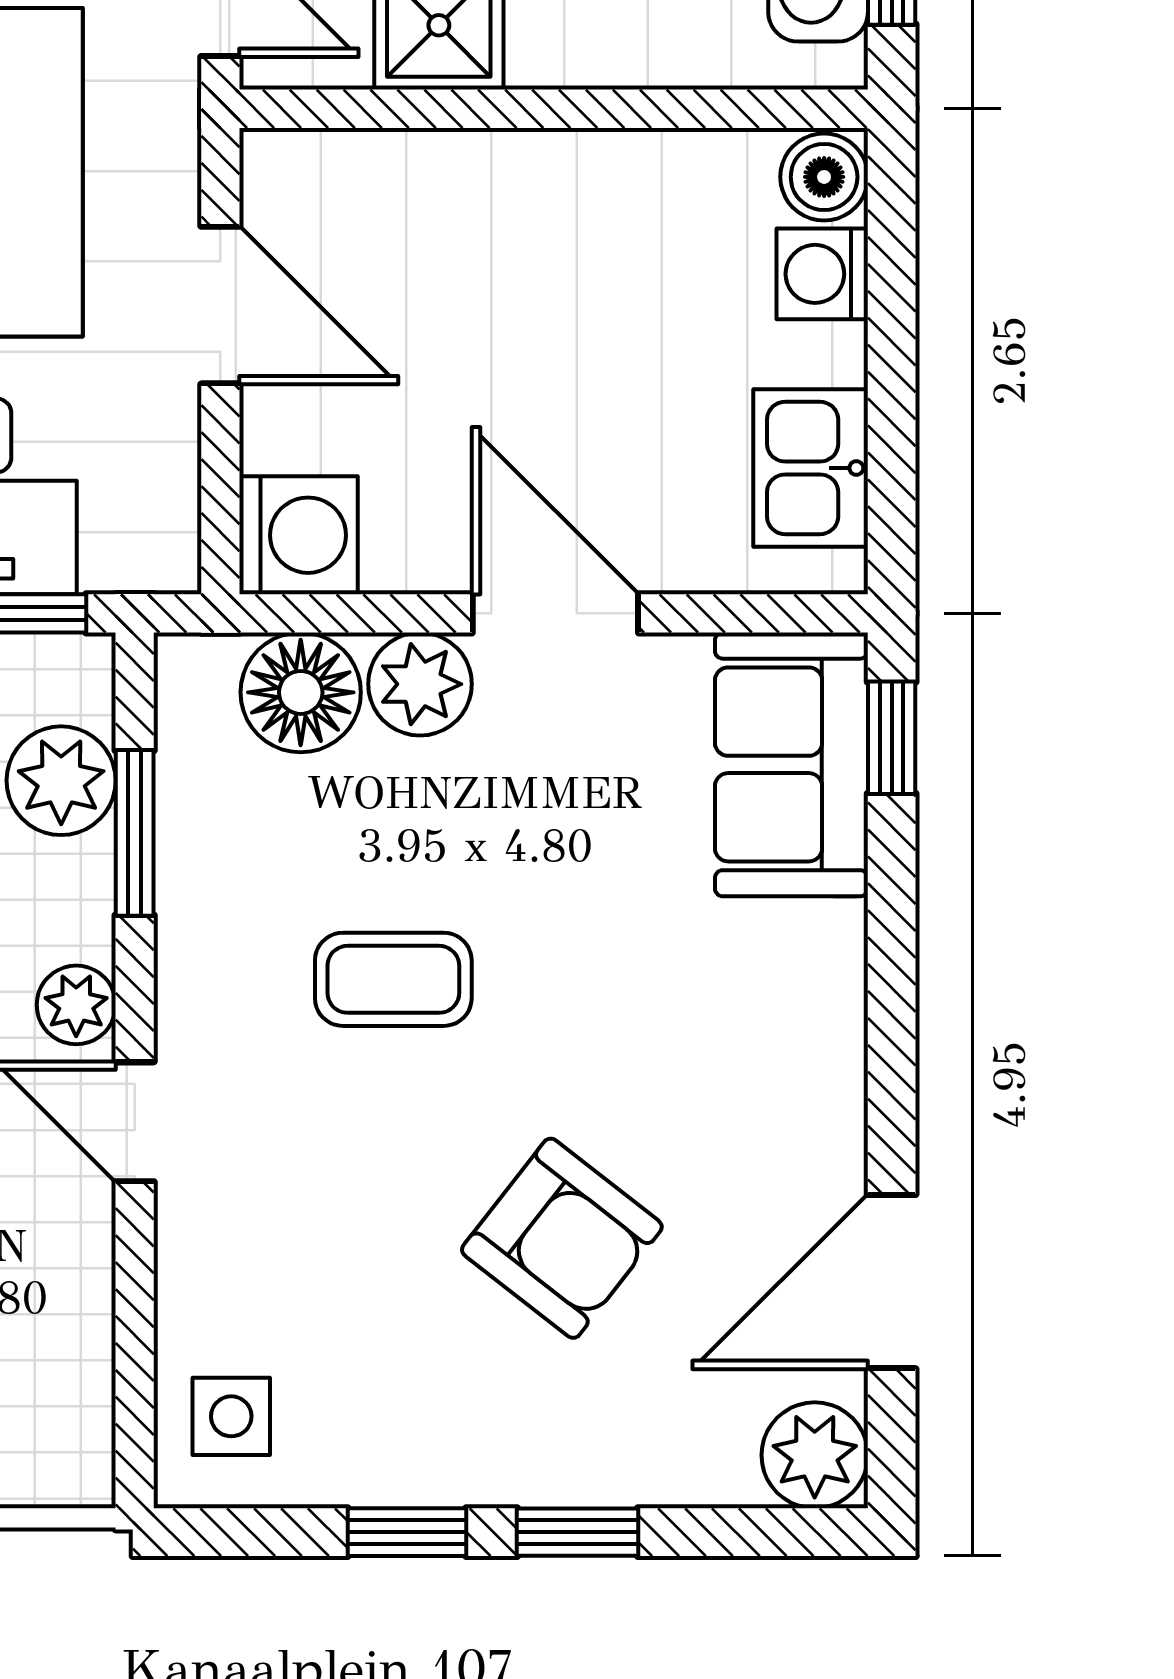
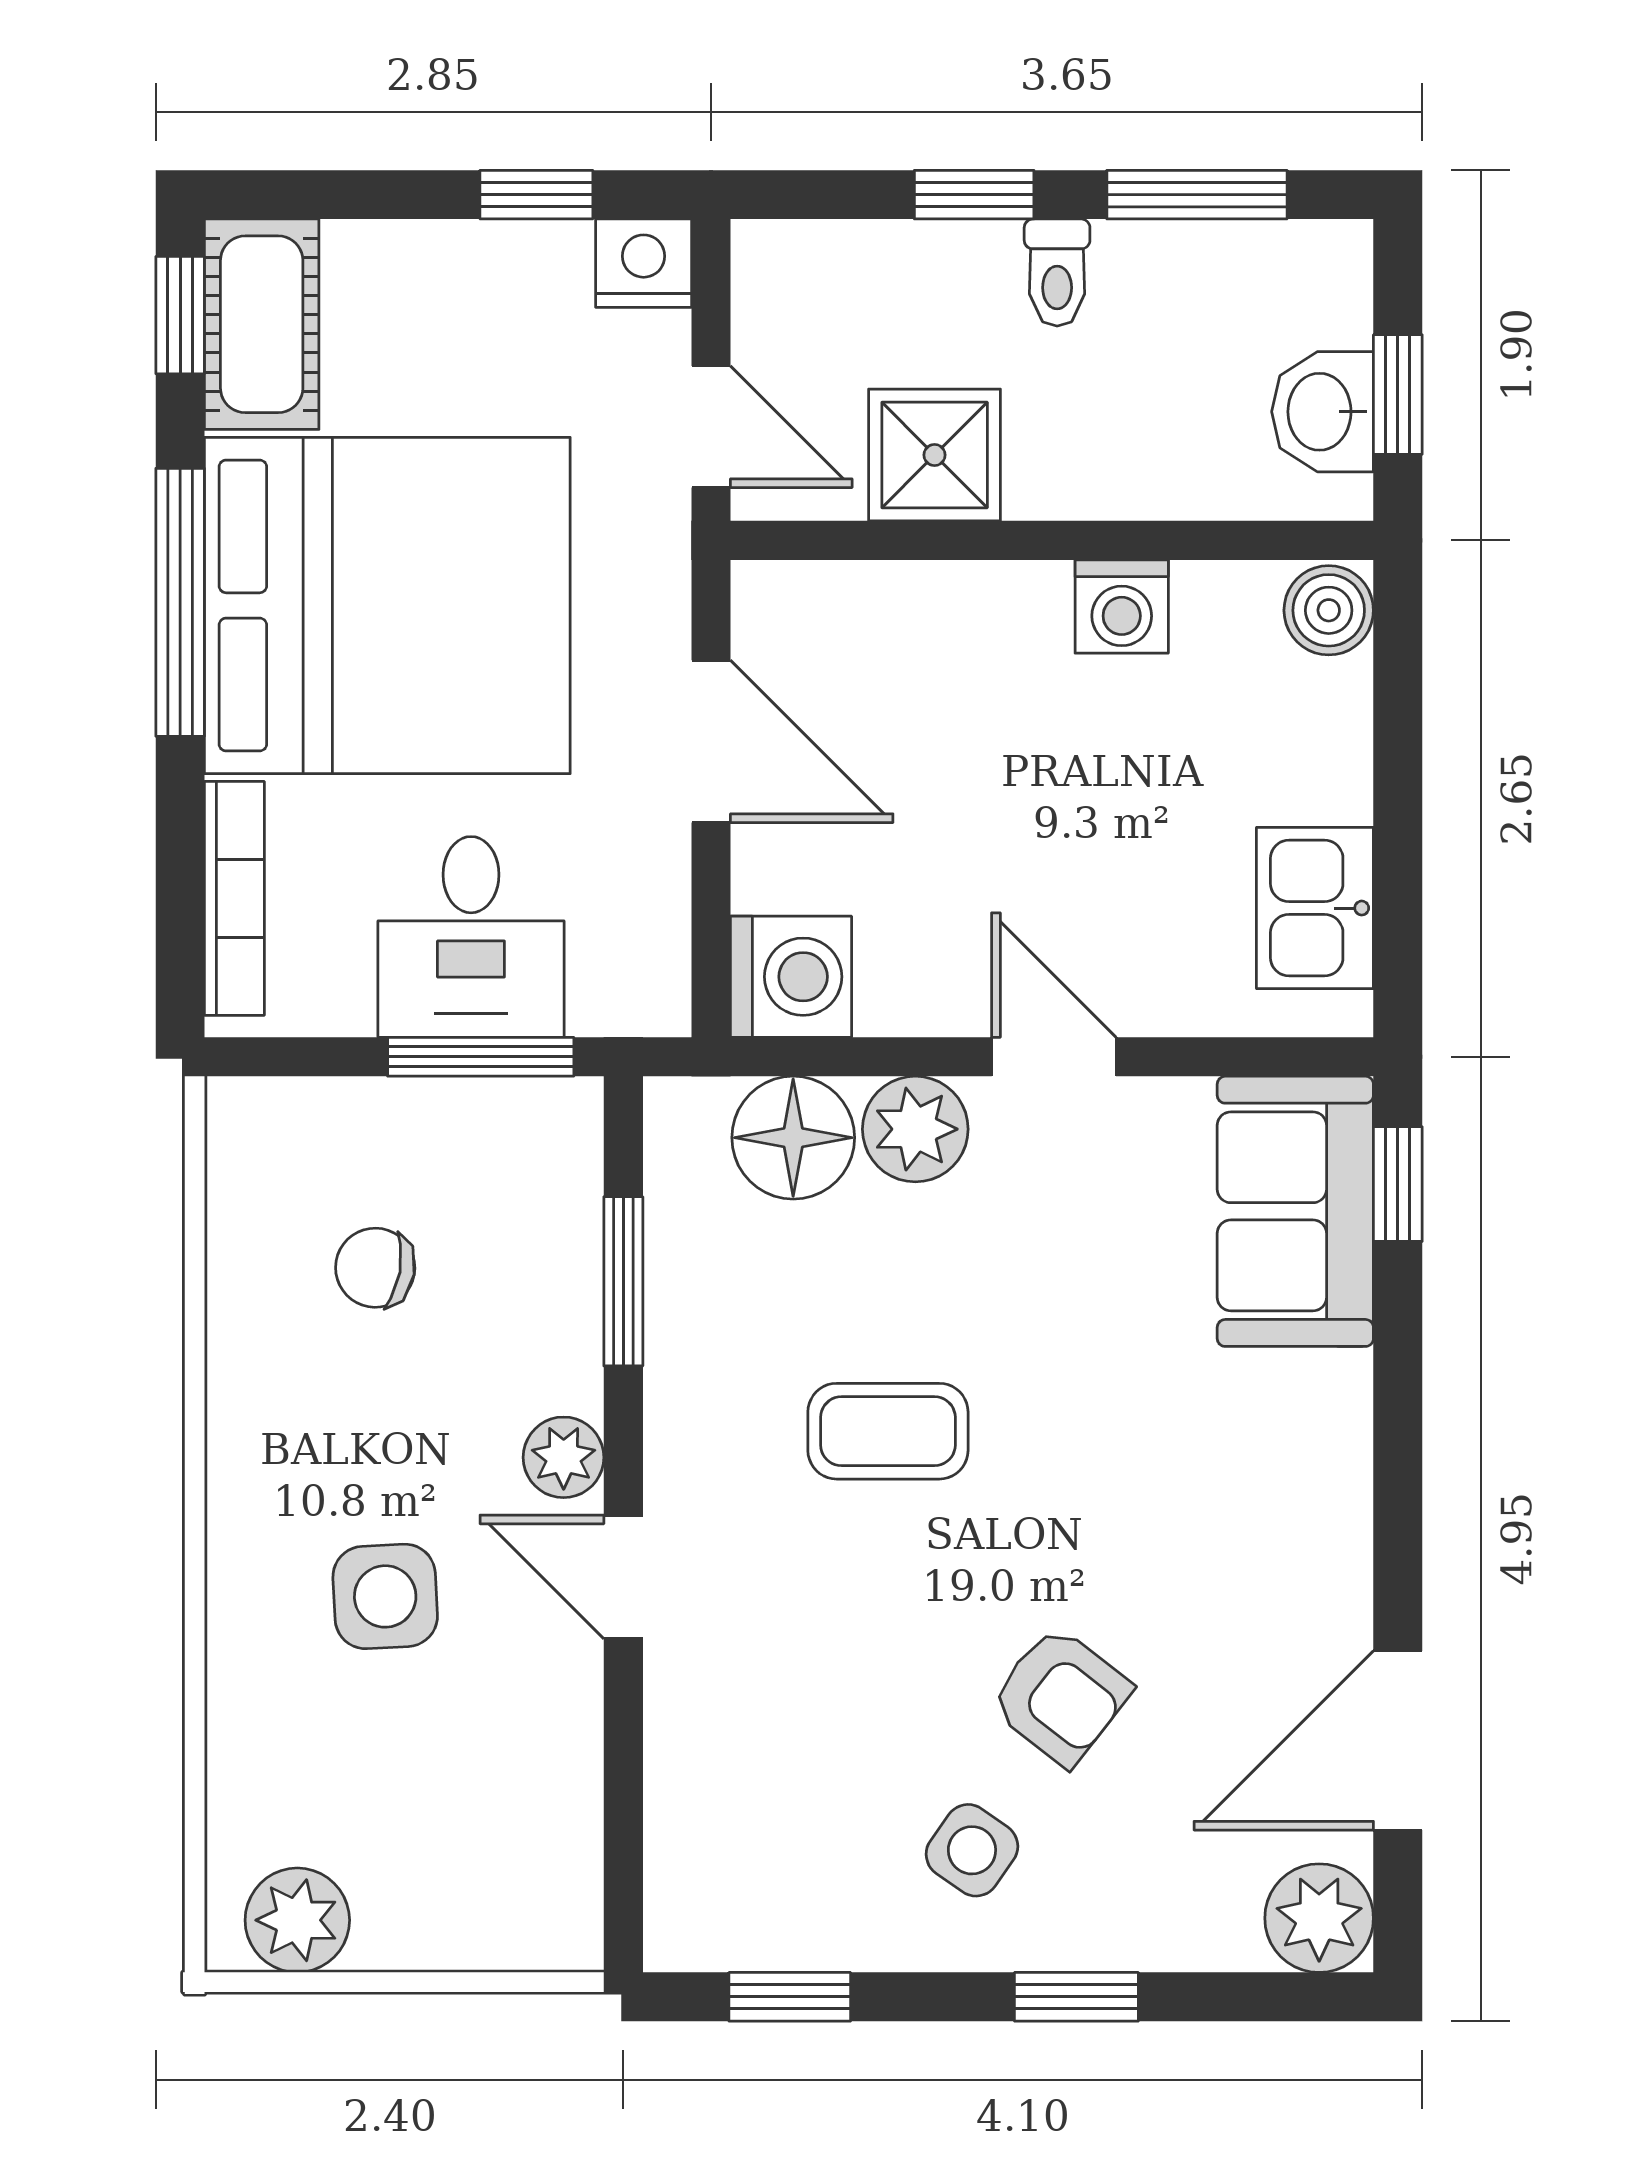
washing machine: (822, 274) -> (1122, 607), moved, turned -90
door: (555, 613) -> (1054, 1057), width x0.73
plant: (61, 781) -> (548, 1228), removed
armchair: (562, 1238) -> (1060, 1696), width x0.72, depth x0.72
side table: (231, 1416) -> (972, 1850), moved, turned 35
window: (407, 1532) -> (790, 1997), moved

